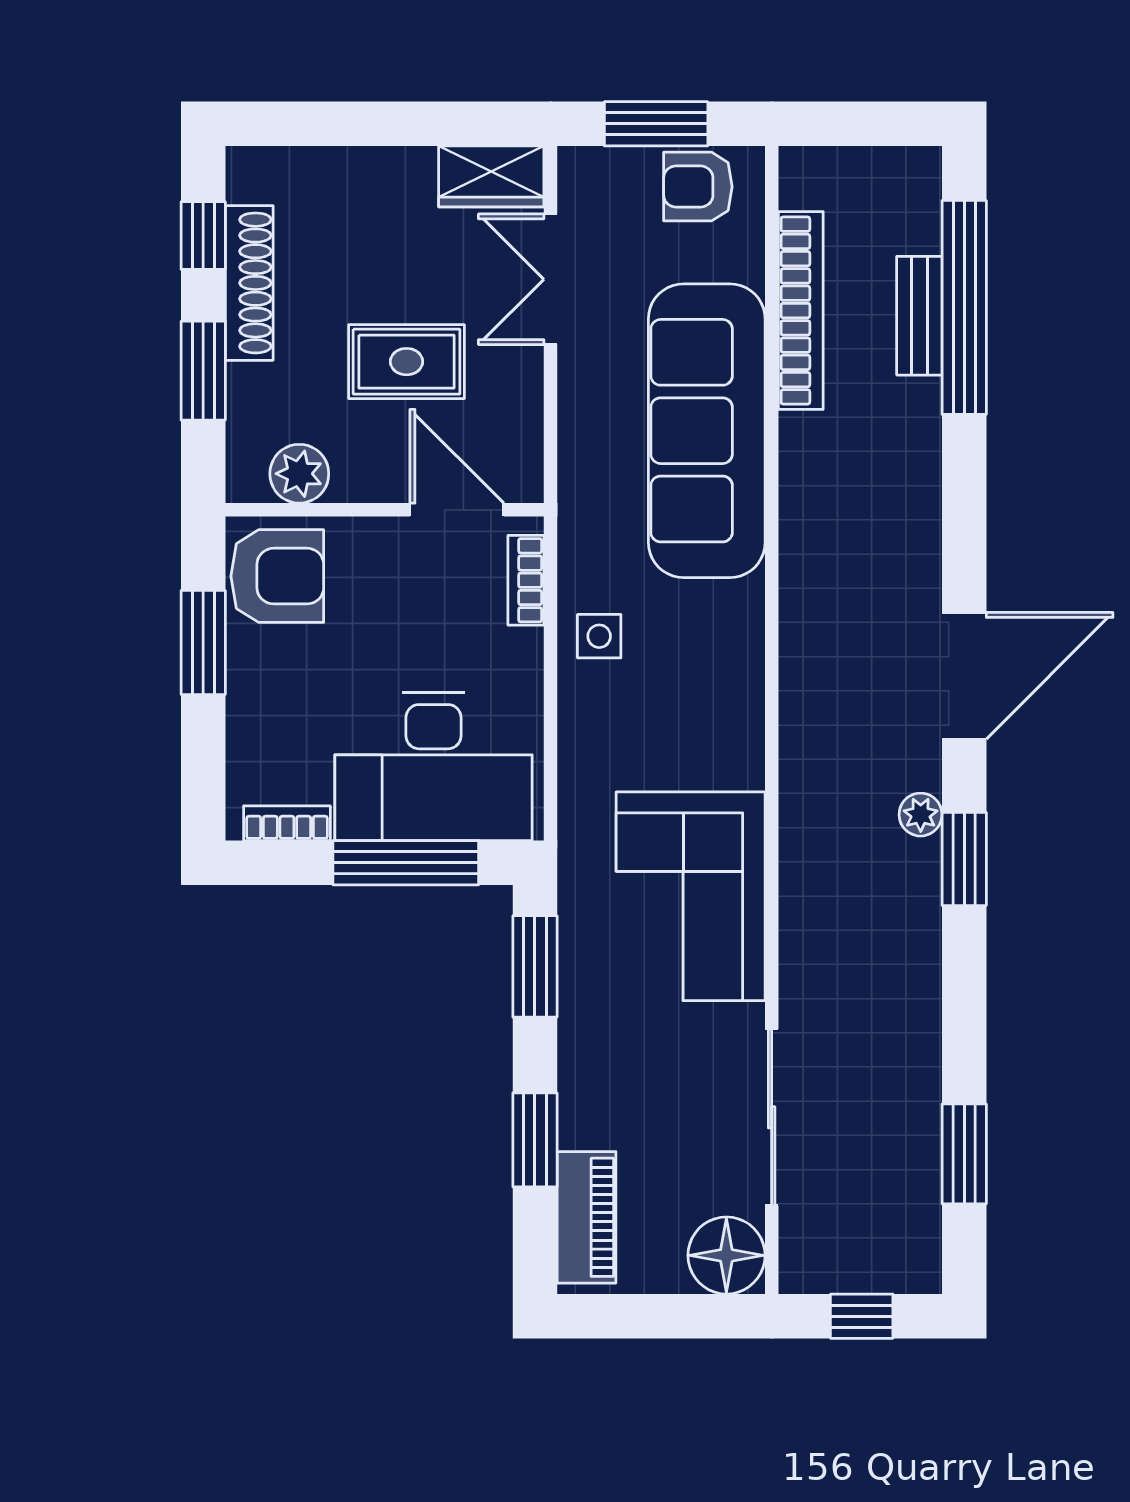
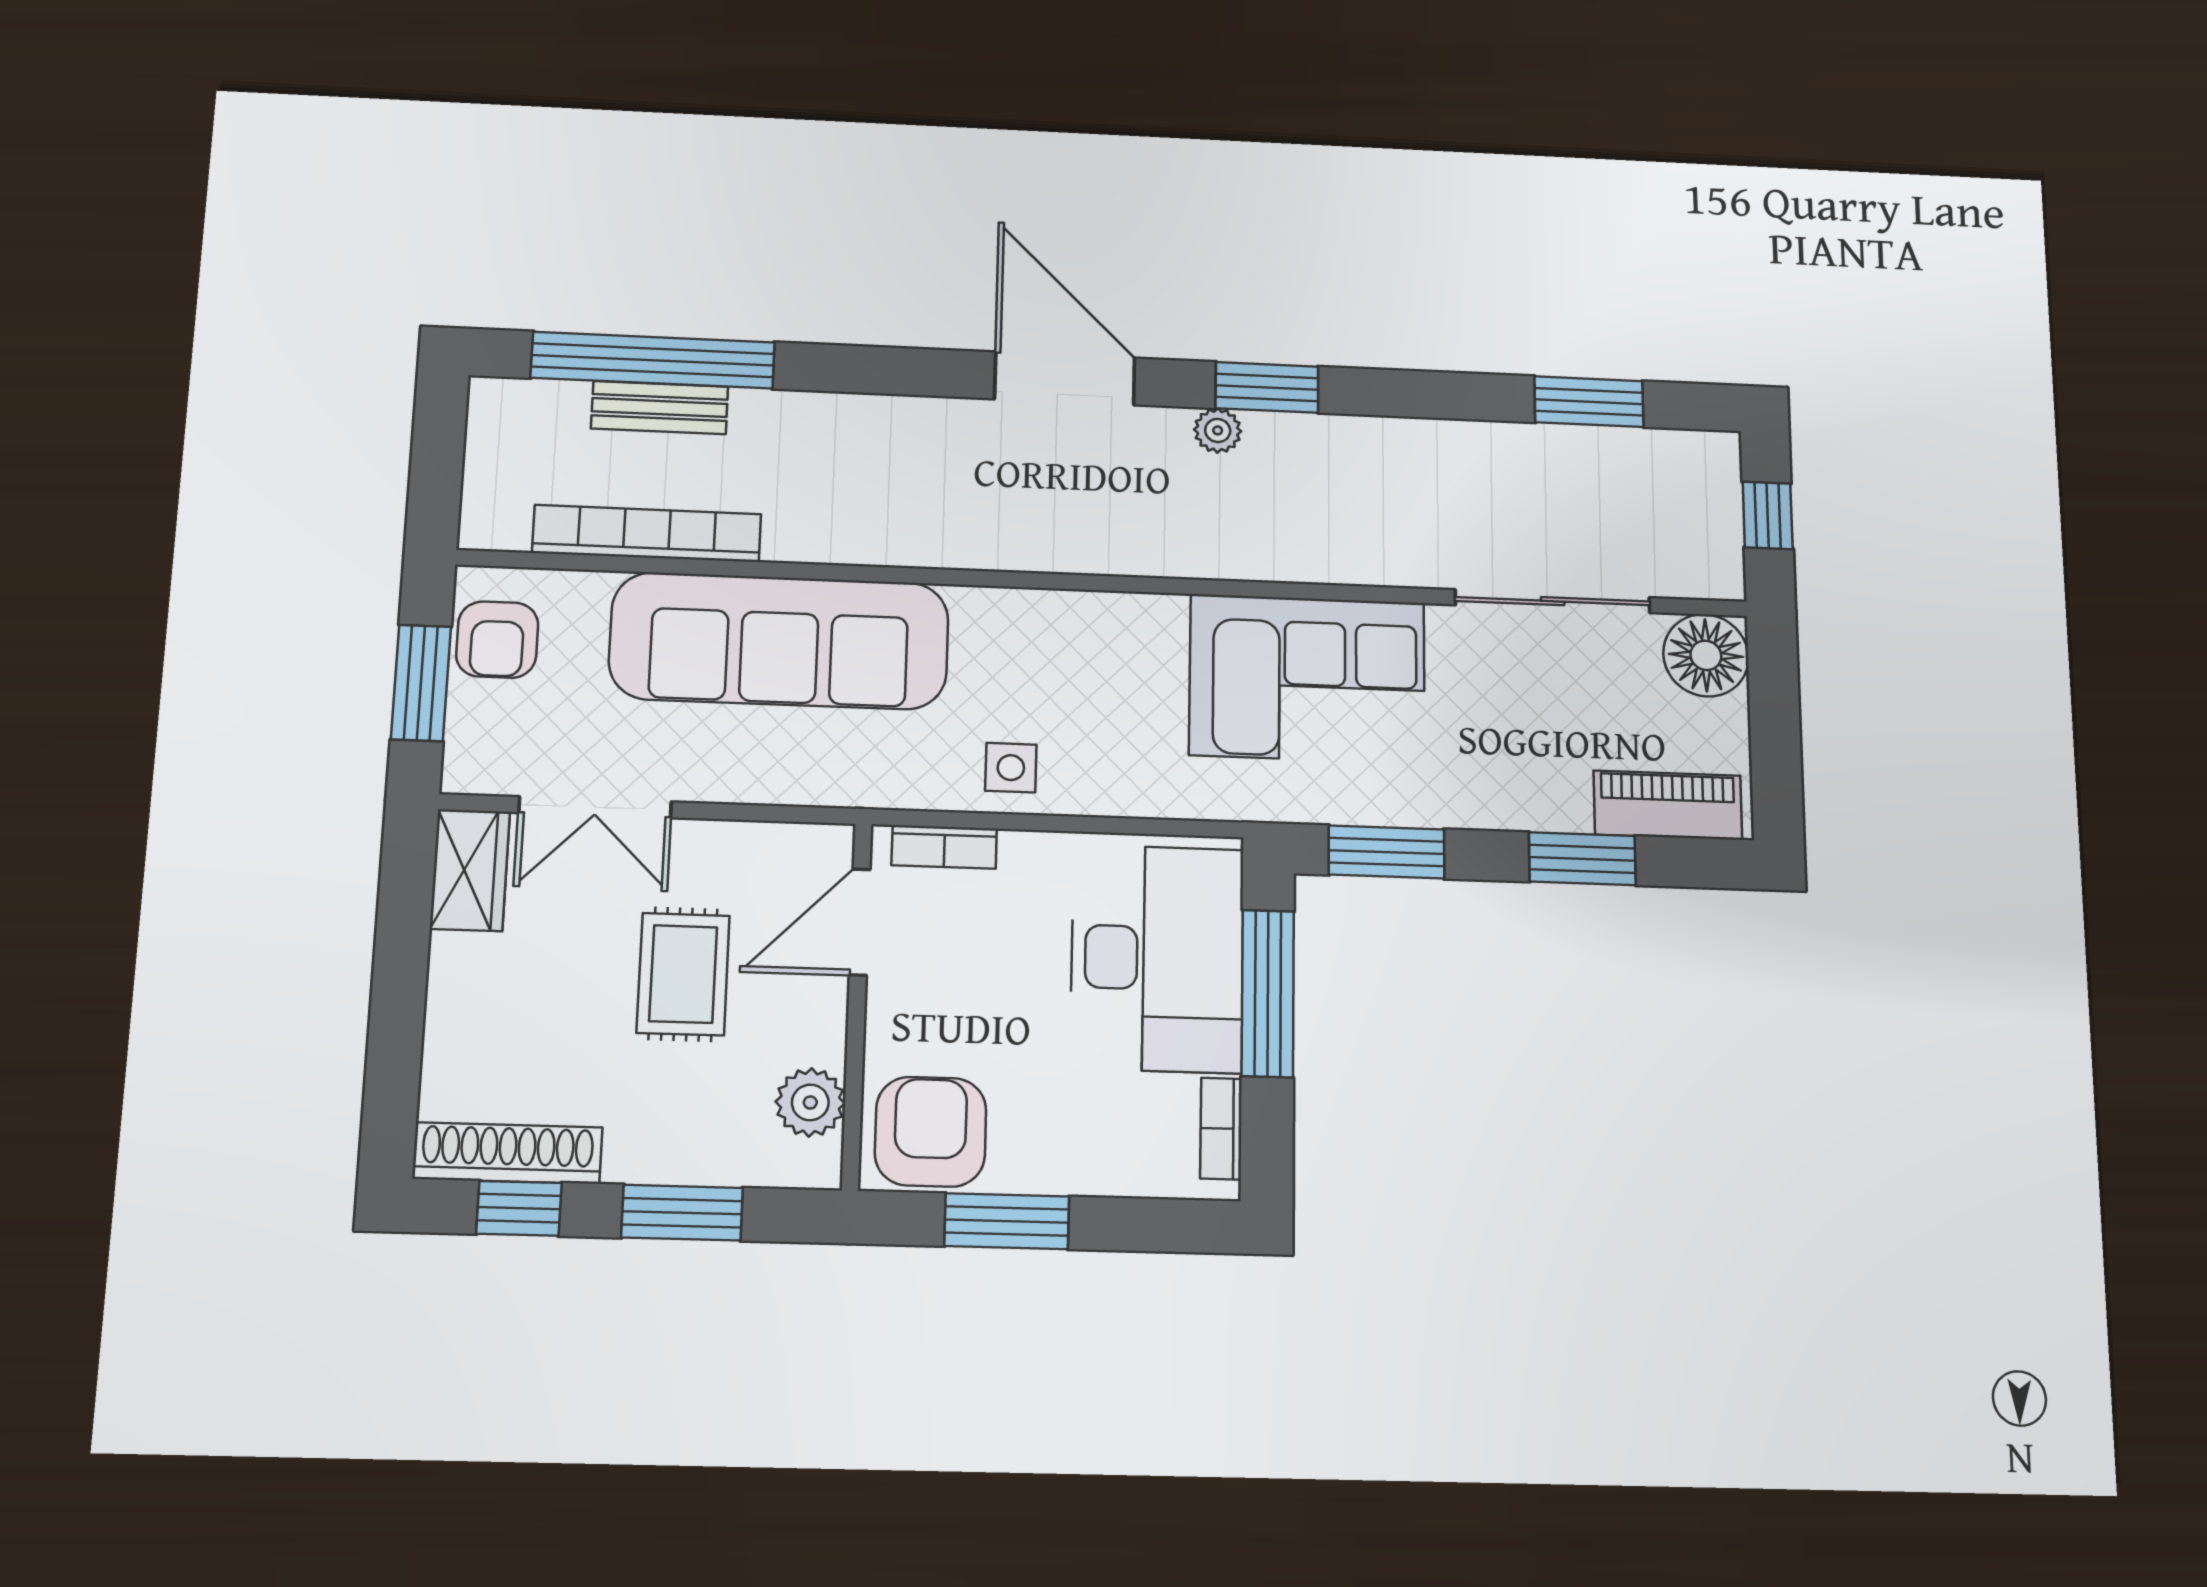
shoe rack: (249, 283) -> (508, 1153), moved

